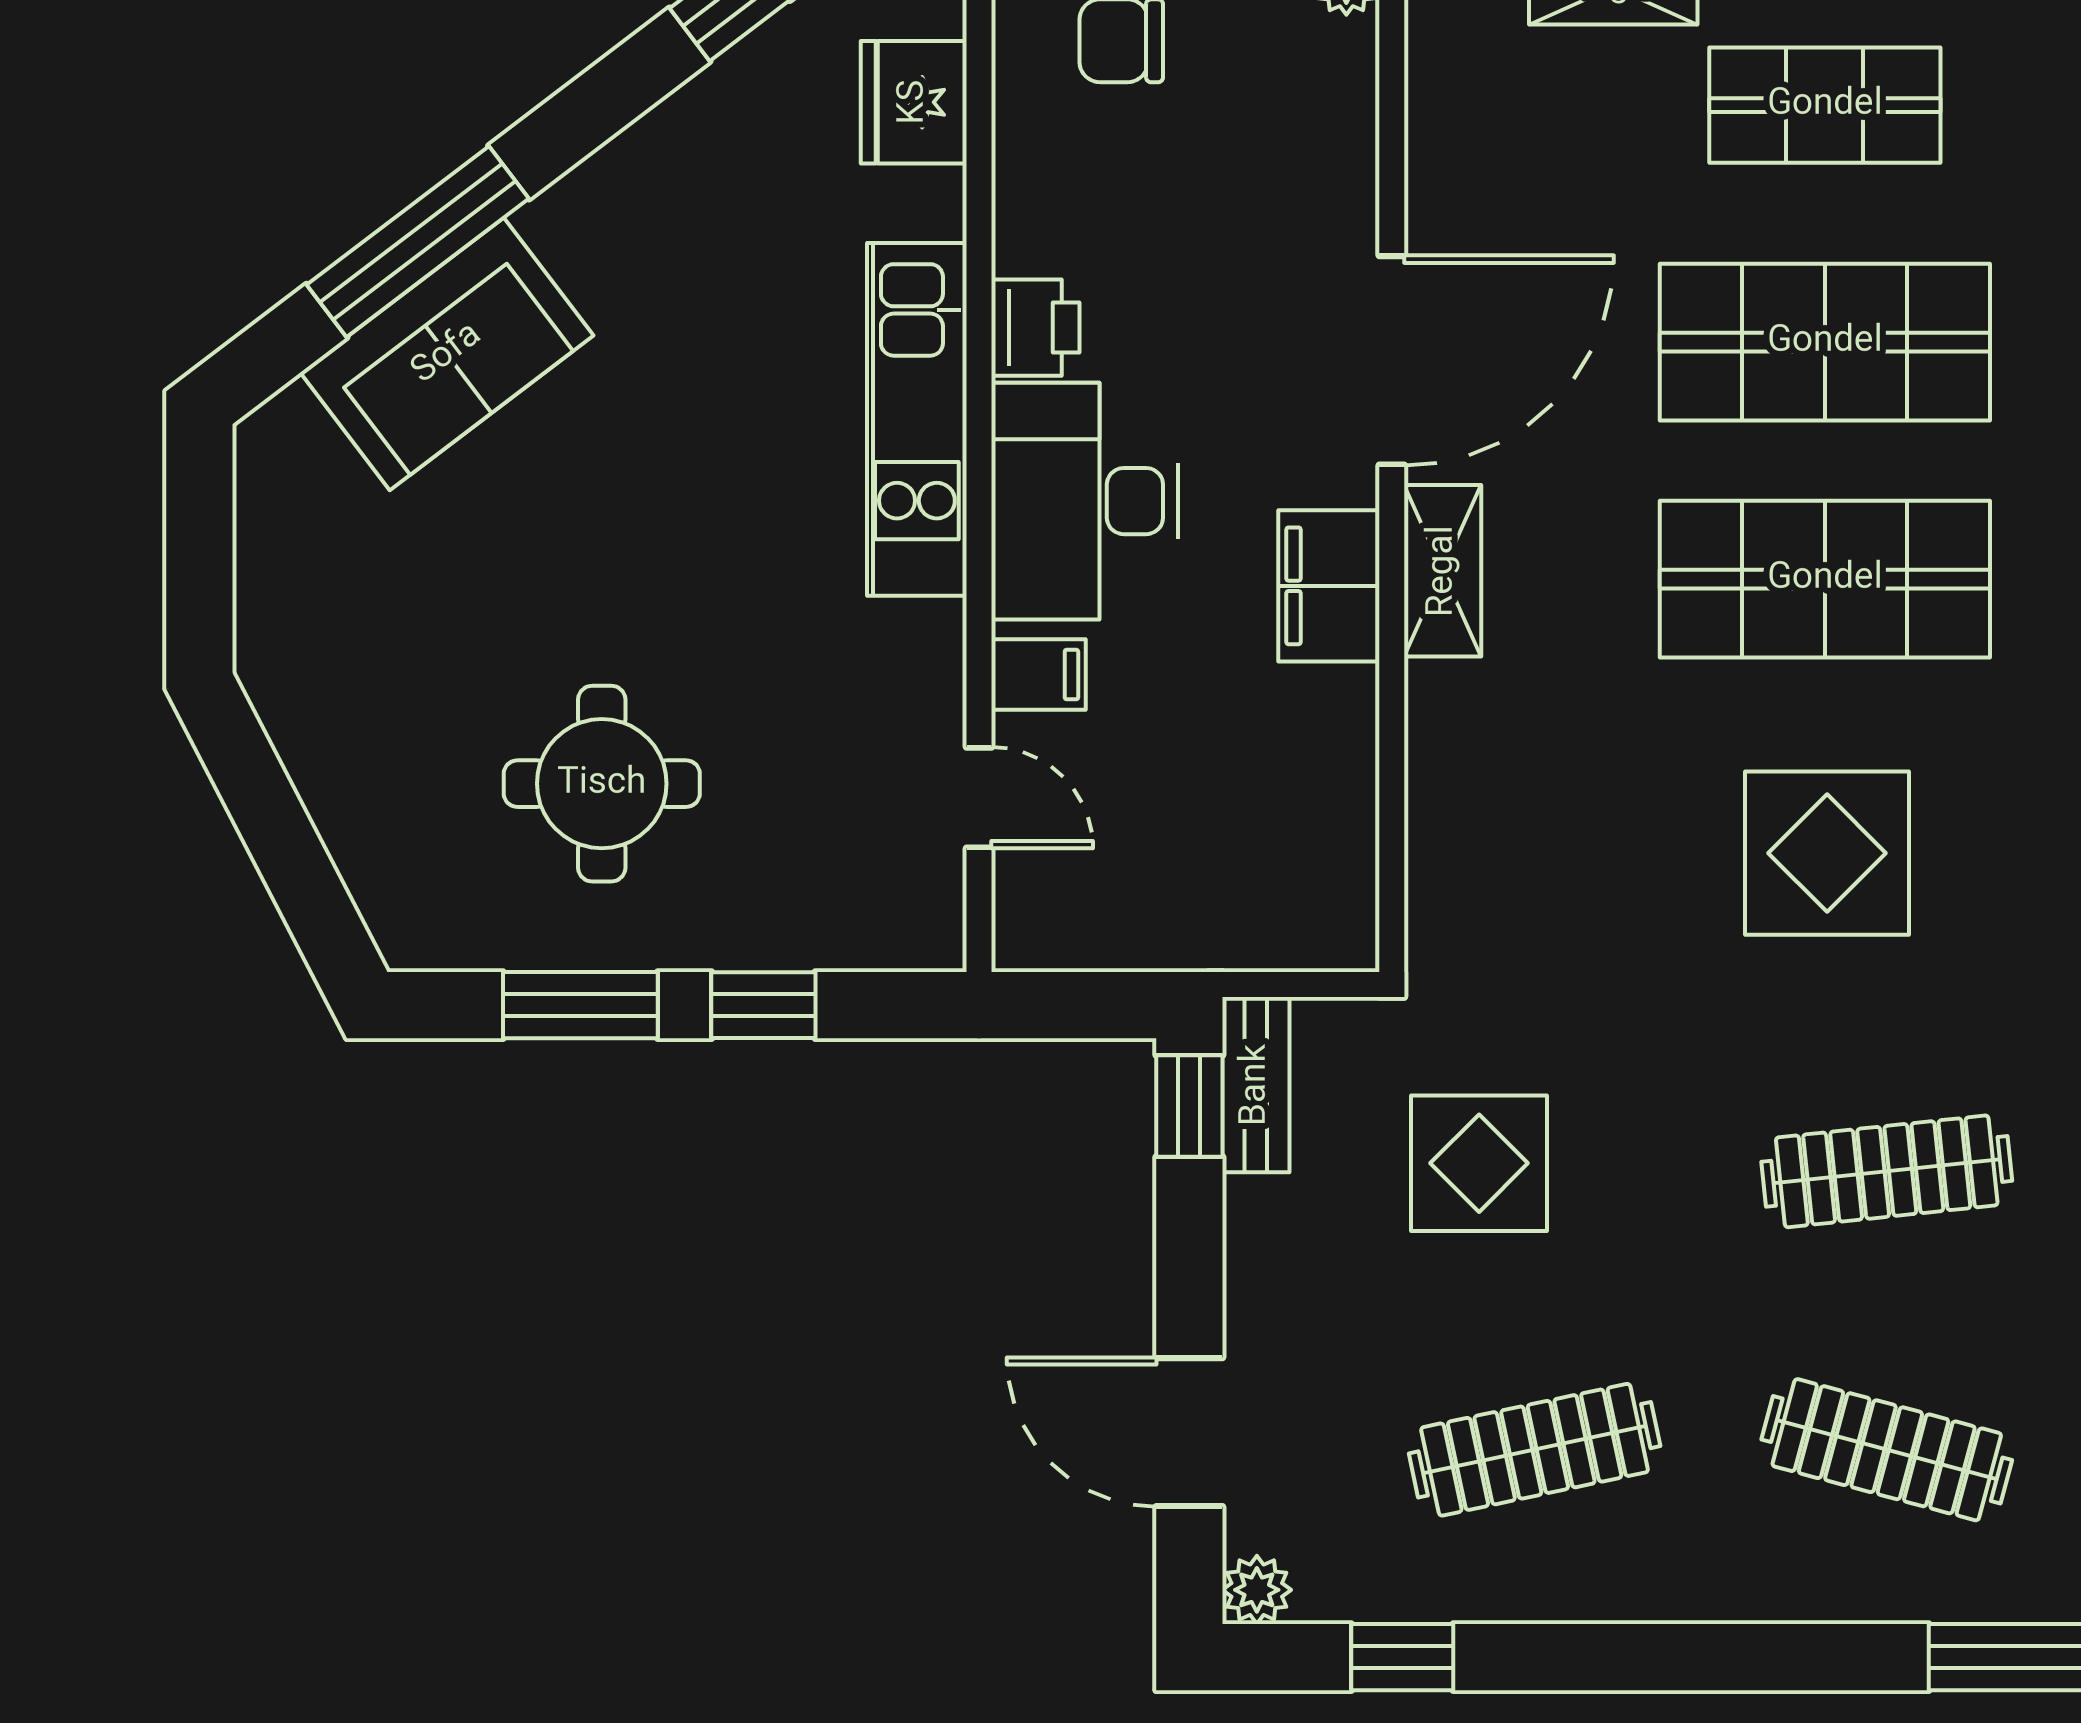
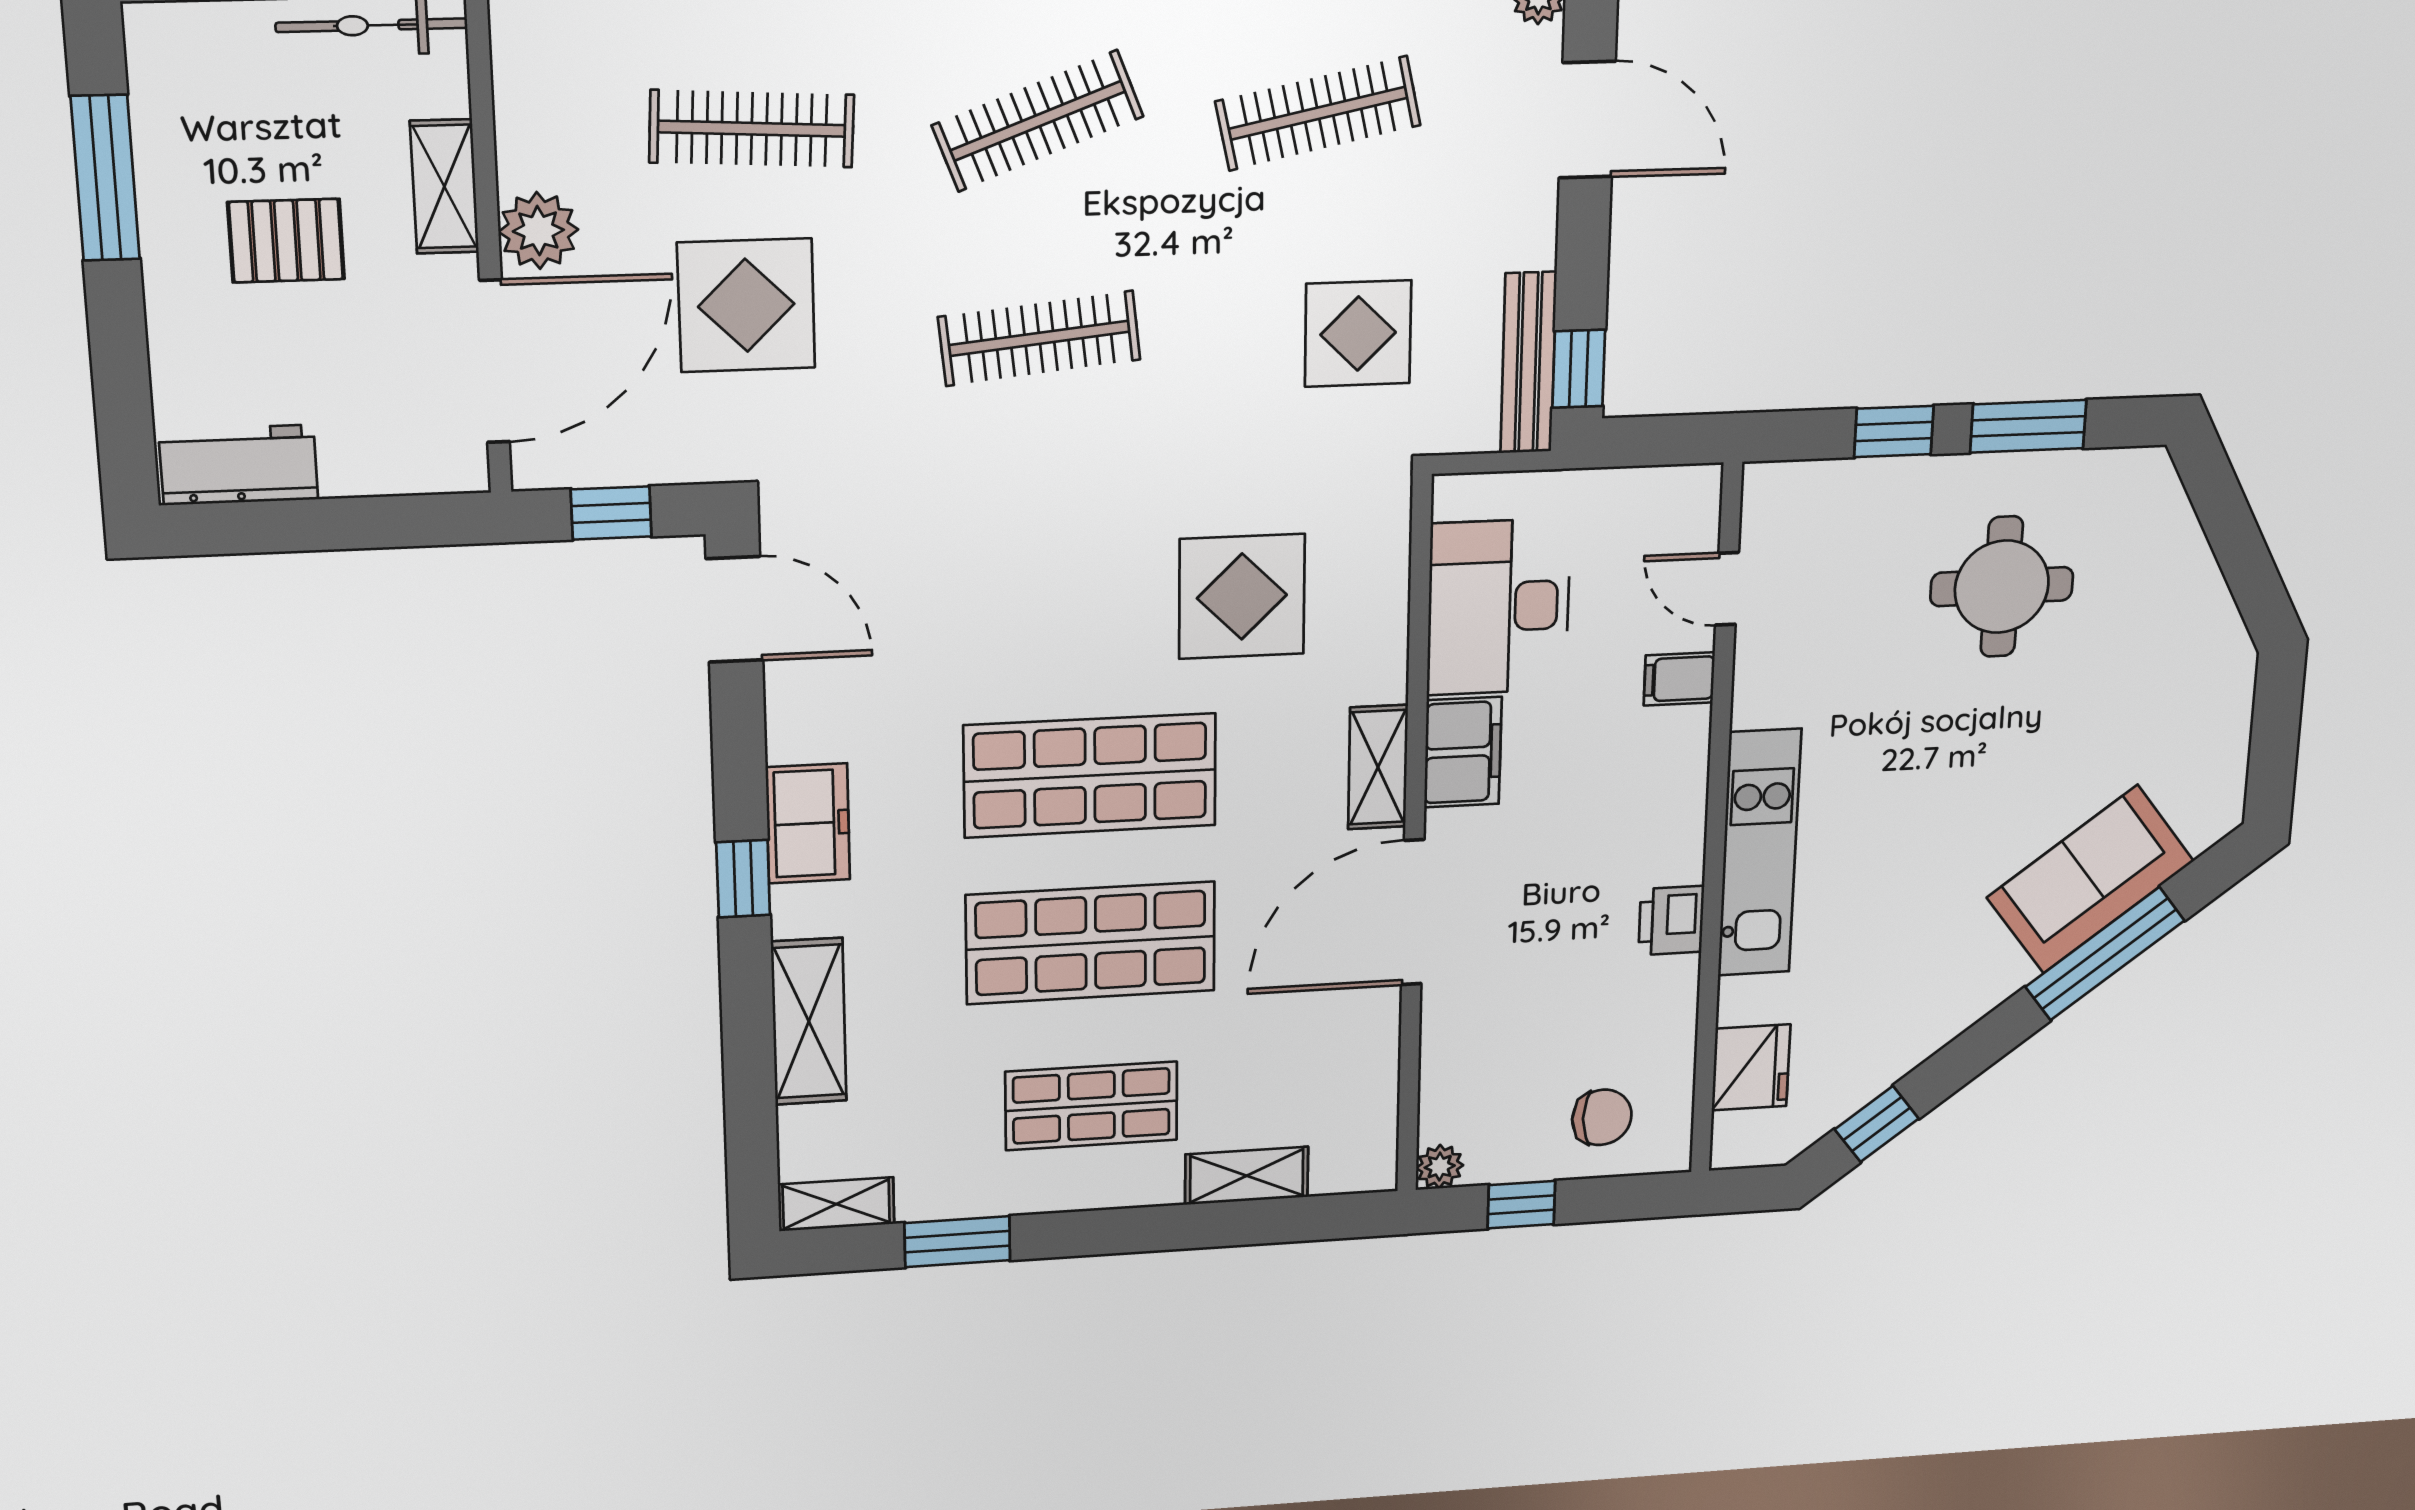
desk: (1085, 501) -> (1499, 607), moved, turned 180
display table: (1827, 853) -> (1242, 597), moved
bench: (1256, 1085) -> (1528, 363), width x1.36
clothes rail: (1887, 1450) -> (1038, 121), turned -36

